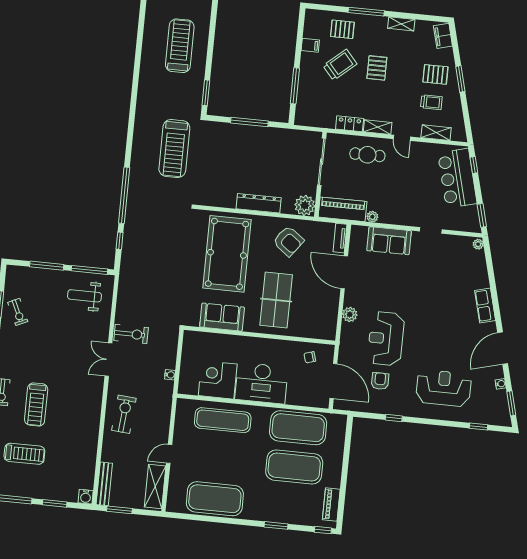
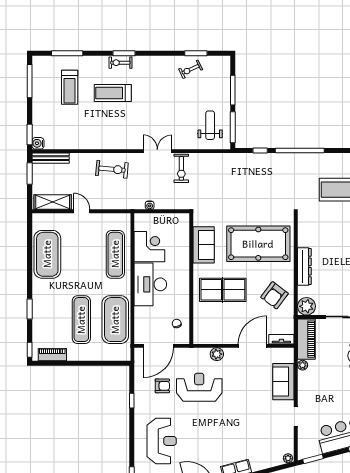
exercise mat: (294, 467) -> (81, 320), width x0.68
window: (55, 503) -> (30, 134), moved

